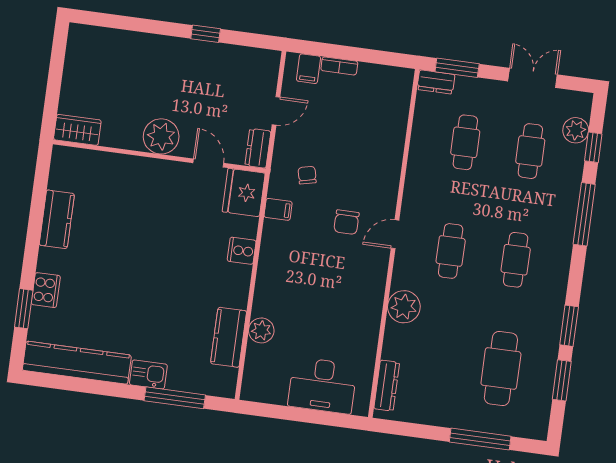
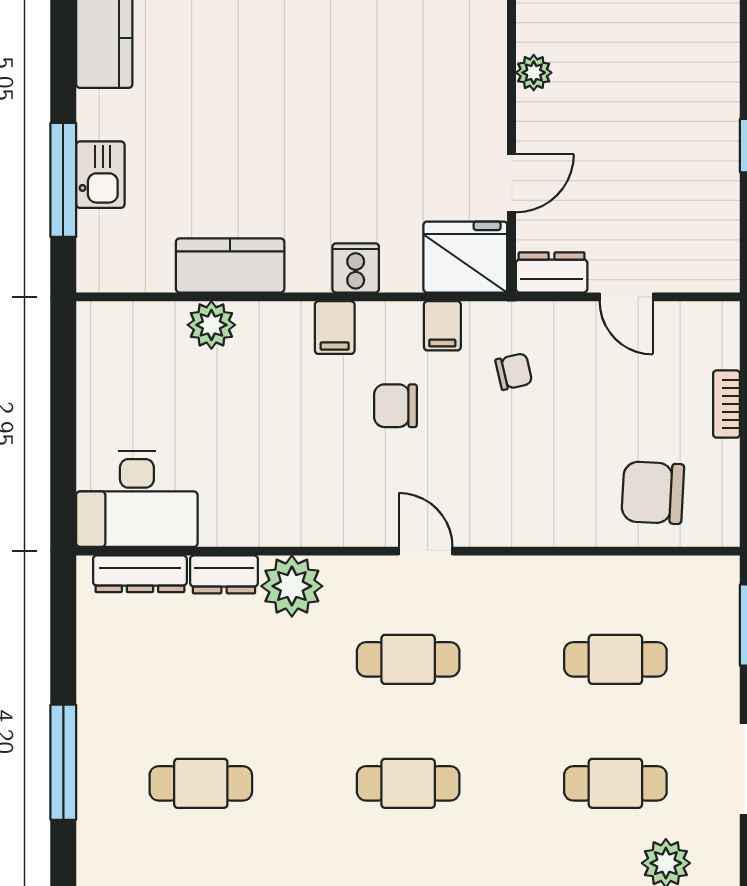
filing cabinet: (309, 69) -> (335, 328), moved, turned -90
dresser: (436, 82) -> (224, 574), moved, turned -90
chair: (381, 111) -> (653, 493), added
plant: (161, 136) -> (534, 73), width x0.53, depth x0.53
chair: (346, 222) -> (395, 406), moved
kitchen counter: (229, 337) -> (230, 265), moved
cafe table: (501, 369) -> (201, 783), width x0.73, depth x0.74
kitchen sink: (148, 374) -> (100, 175), moved
desk: (322, 385) -> (137, 499), moved, turned -90

